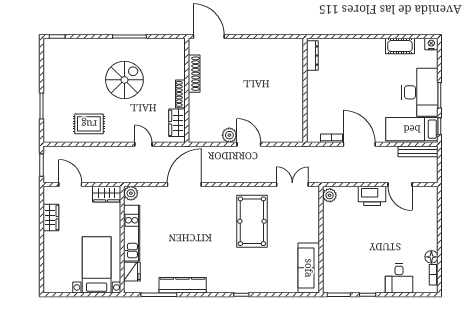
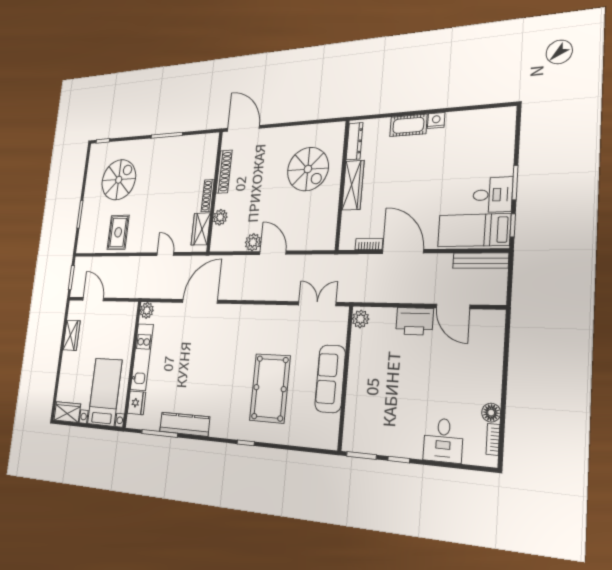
nightstand: (431, 44) -> (436, 121), moved
cot: (400, 46) -> (408, 125), moved
spiral stairs: (274, 76) -> (308, 169), added
spiral stairs: (124, 80) -> (119, 180), moved
wardrobe: (314, 91) -> (353, 185), added
desk: (420, 92) -> (493, 195), width x0.53, depth x0.77
plant: (195, 113) -> (220, 217), added
rug: (89, 124) -> (118, 232), turned 90
wardrobe: (107, 194) -> (67, 412), moved, turned 180
pool table: (252, 221) -> (270, 388), moved
sofa: (309, 268) -> (330, 379), moved

